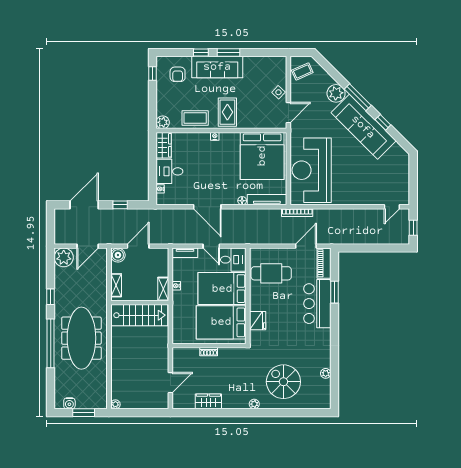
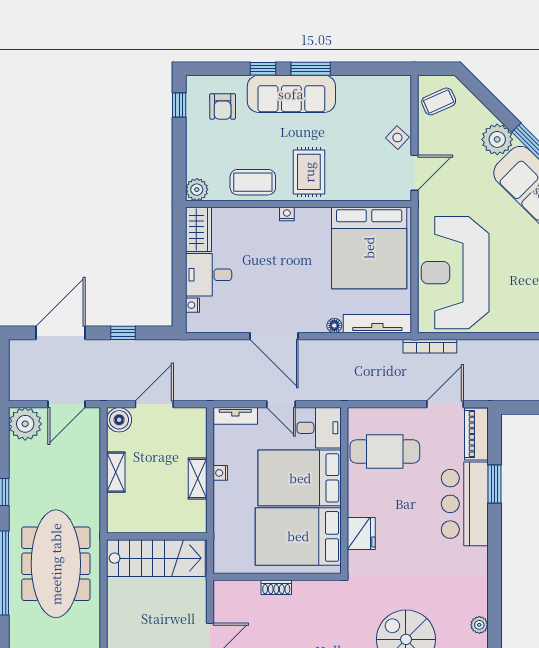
wall: (140, 303) -> (157, 536), moved
stairs: (139, 315) -> (156, 558), moved

